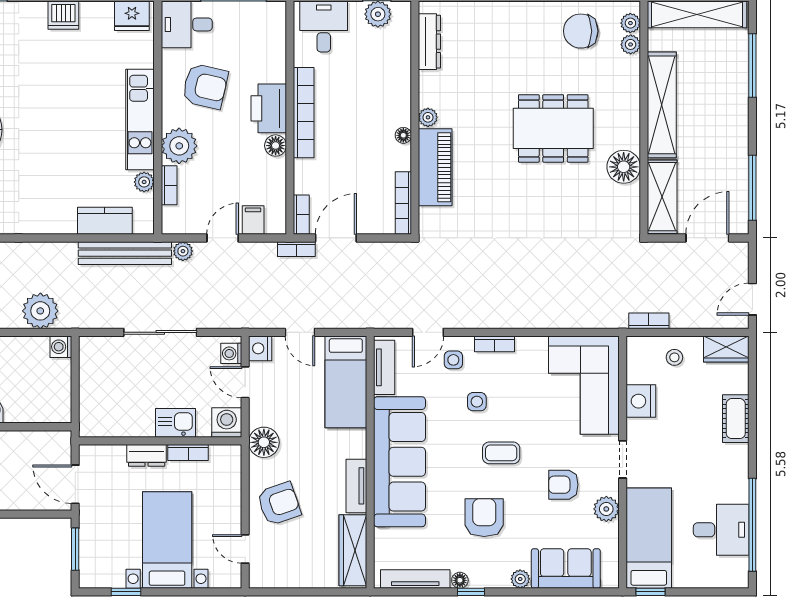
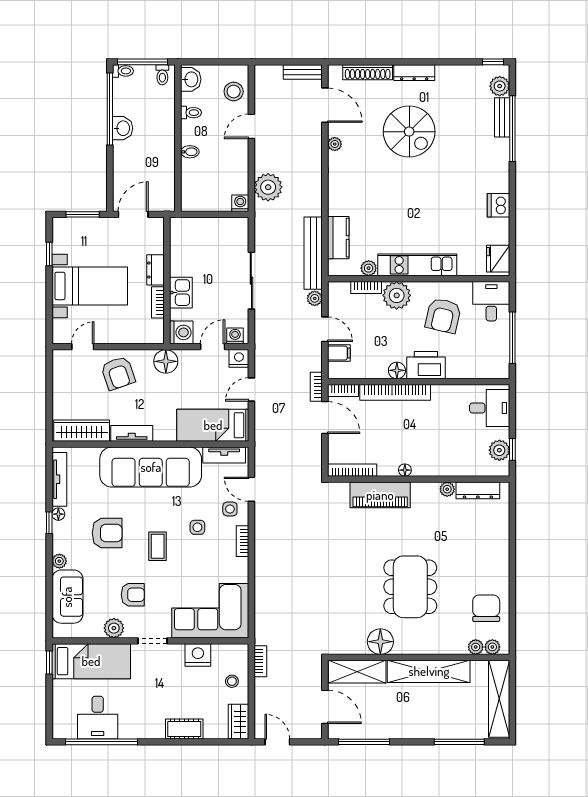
bookcase: (304, 113) -> (395, 392), moved
plant: (428, 117) -> (447, 489), moved
armchair: (563, 485) -> (133, 595), turned 90

